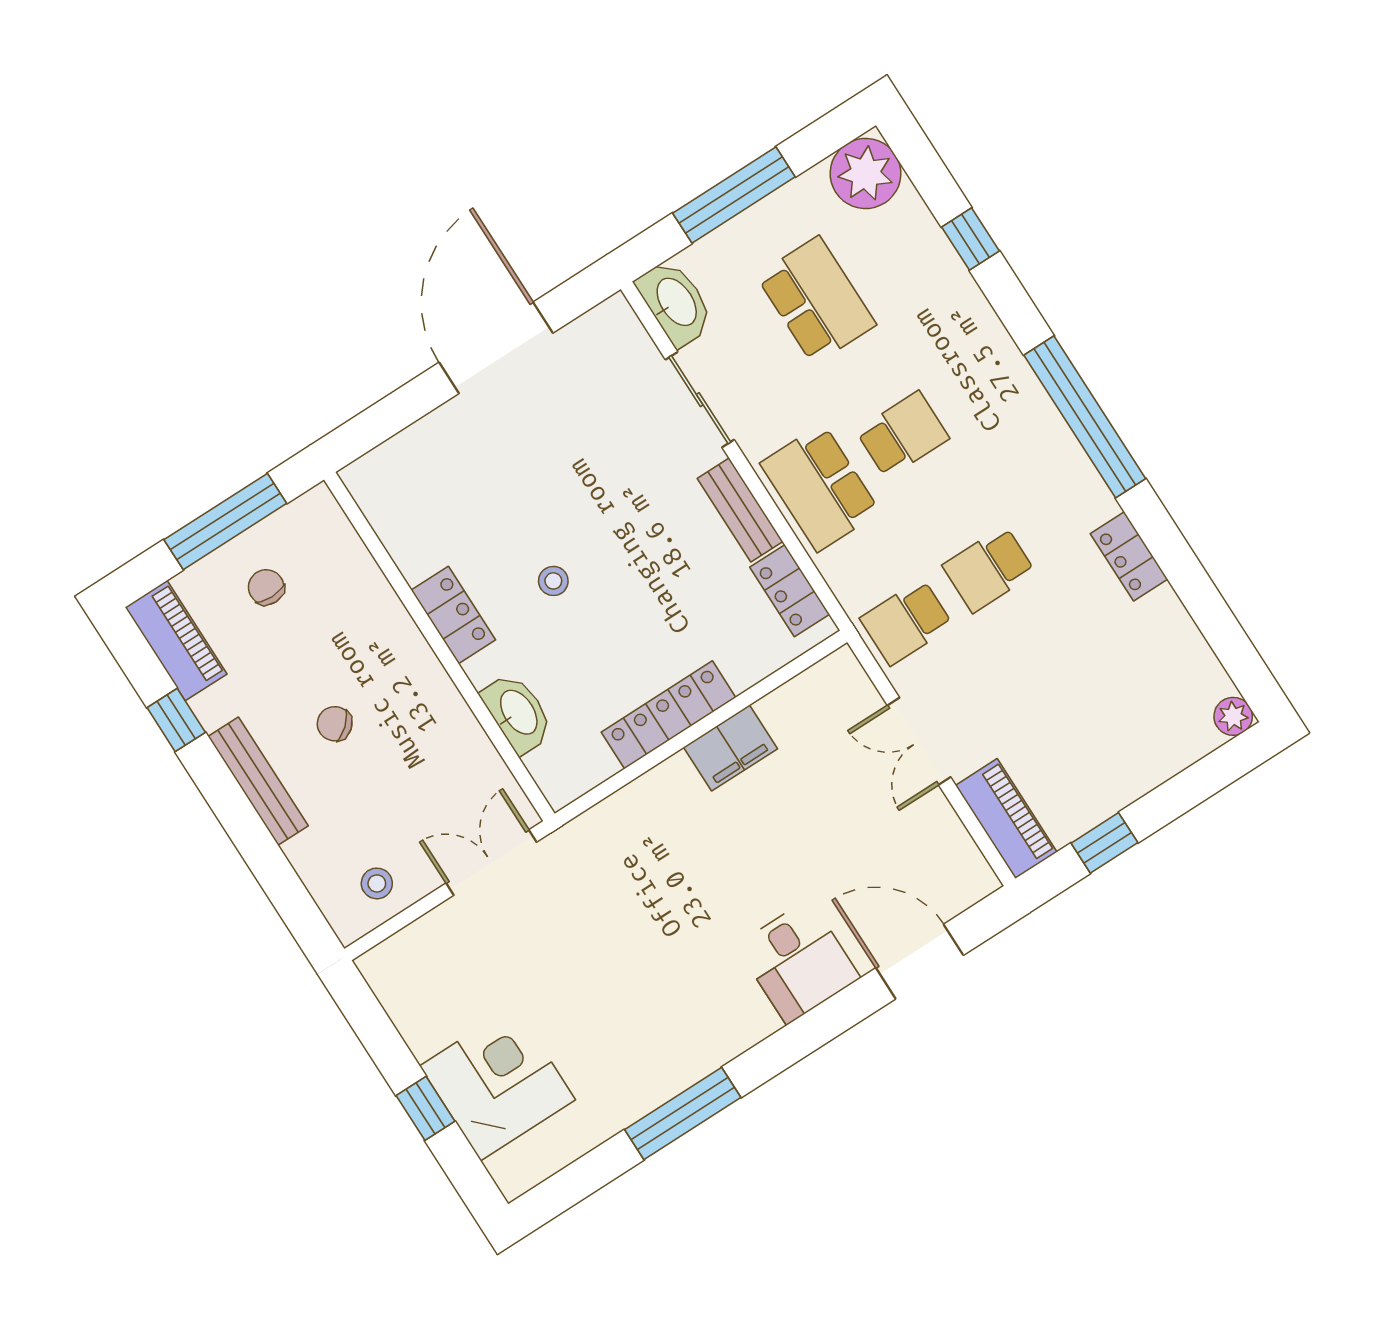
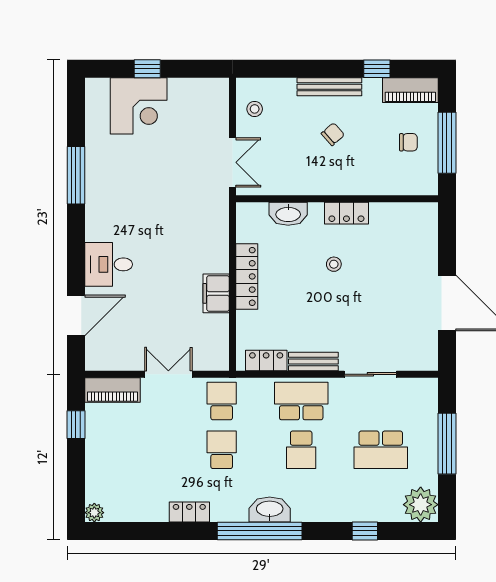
washbasin: (675, 303) -> (270, 510), moved, turned 180

